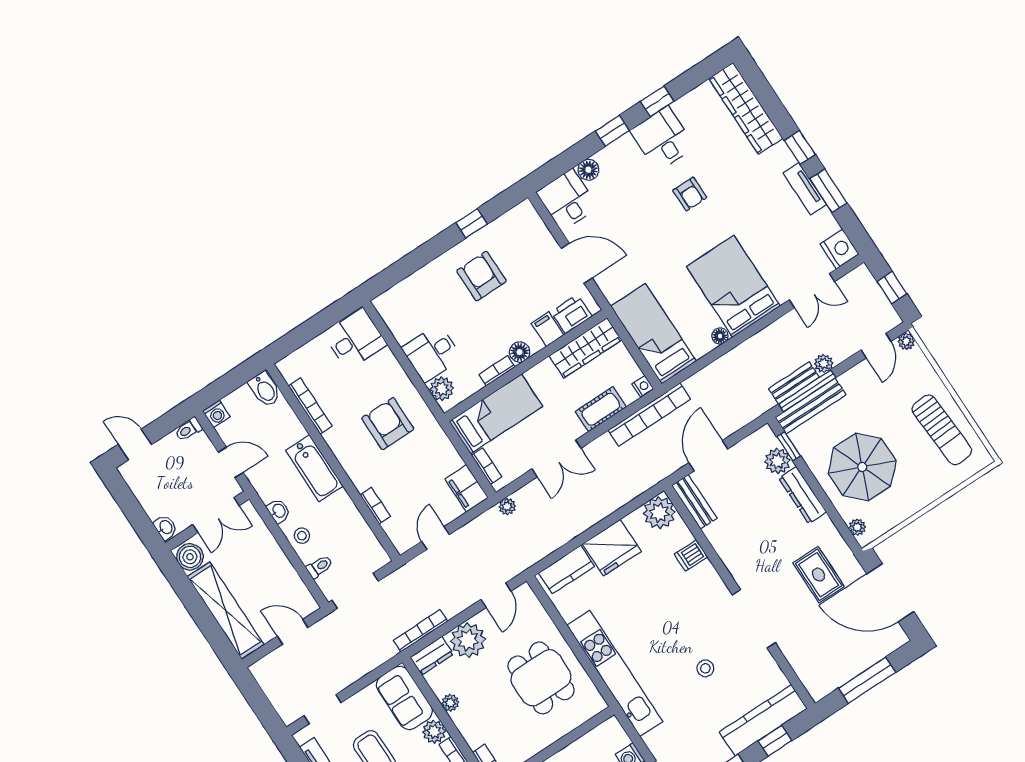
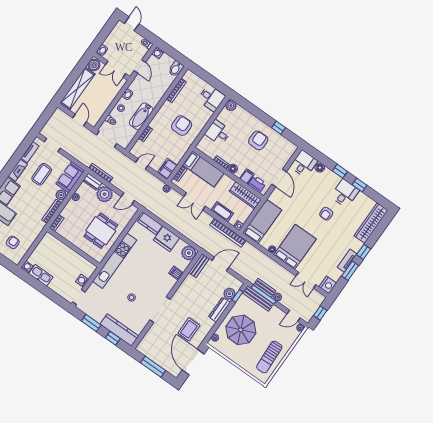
plant: (442, 389) -> (231, 105), moved
bathtub: (314, 468) -> (141, 116), moved

